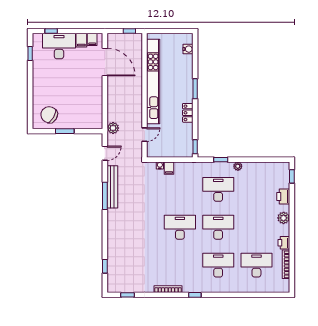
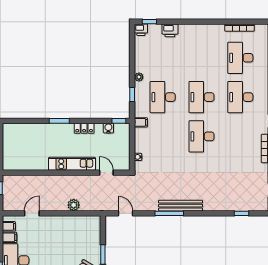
water cooler: (188, 49) -> (108, 128), moved
door: (105, 62) -> (32, 213), width x0.53
kitchen unit: (153, 81) -> (72, 164), width x0.54
plant: (113, 128) -> (74, 205), moved
filing cabinet: (169, 168) -> (141, 122), moved
bench: (112, 187) -> (181, 206), moved
plant: (284, 218) -> (192, 30), removed
printer: (284, 243) -> (141, 30), moved

